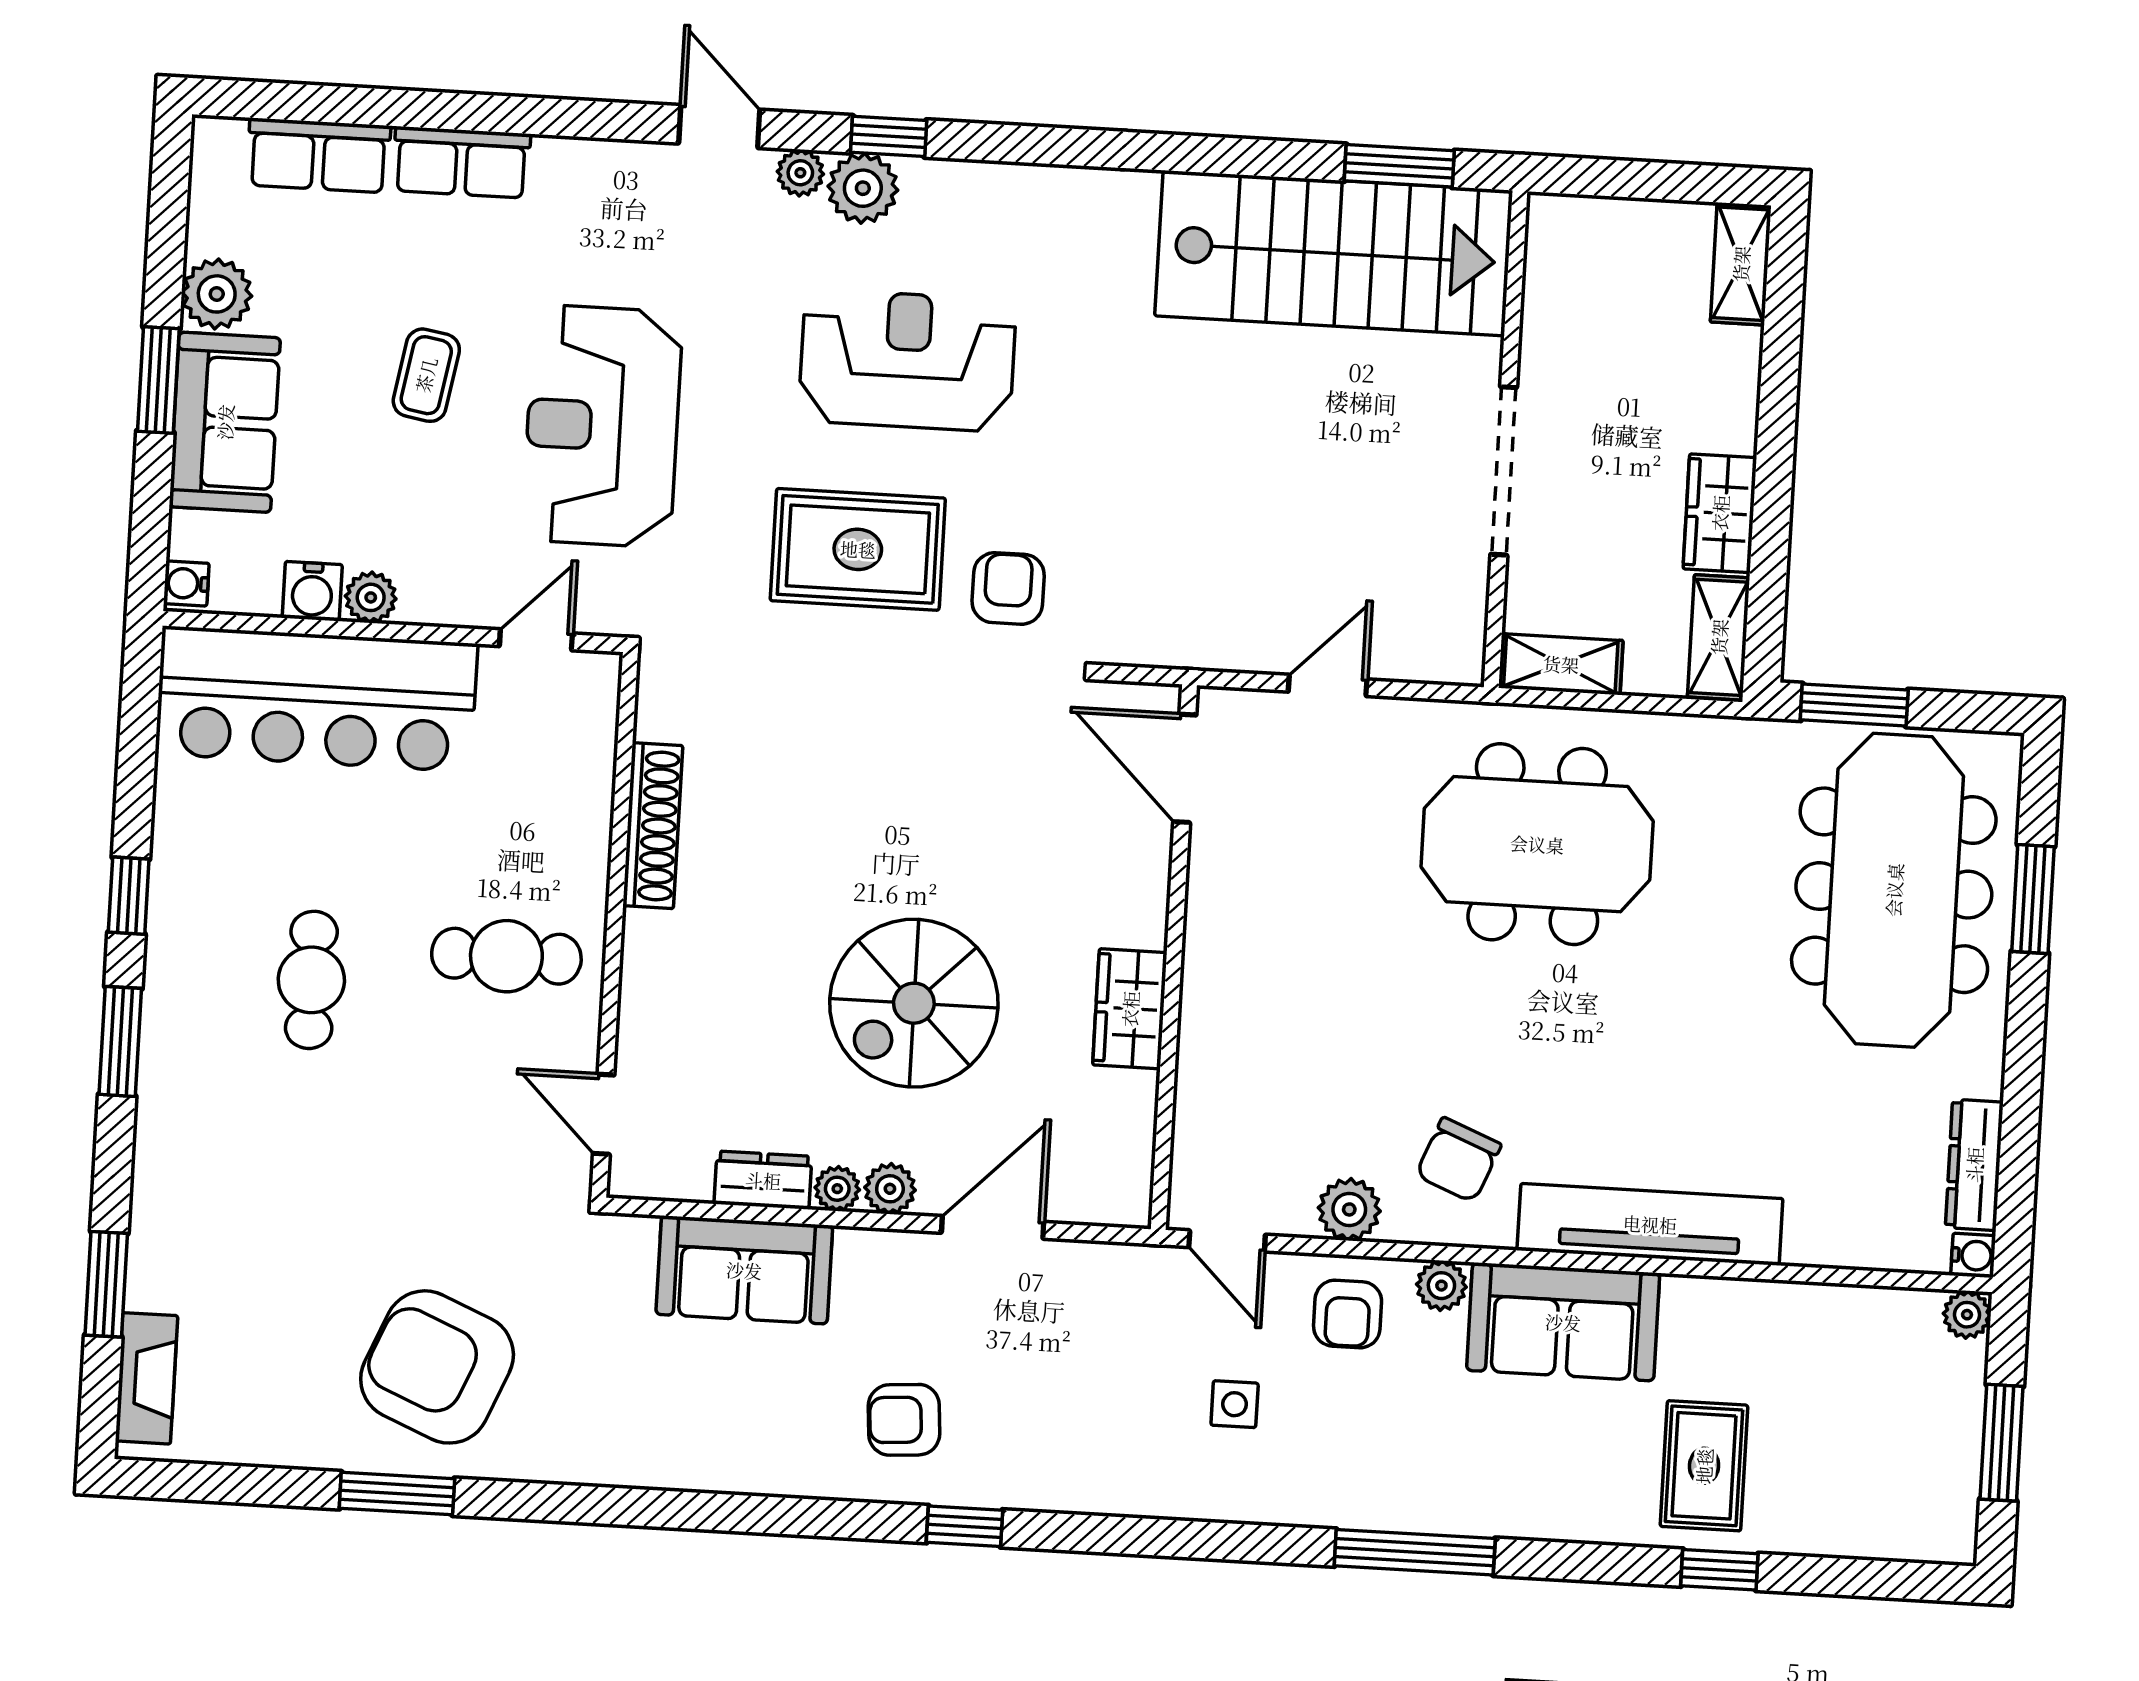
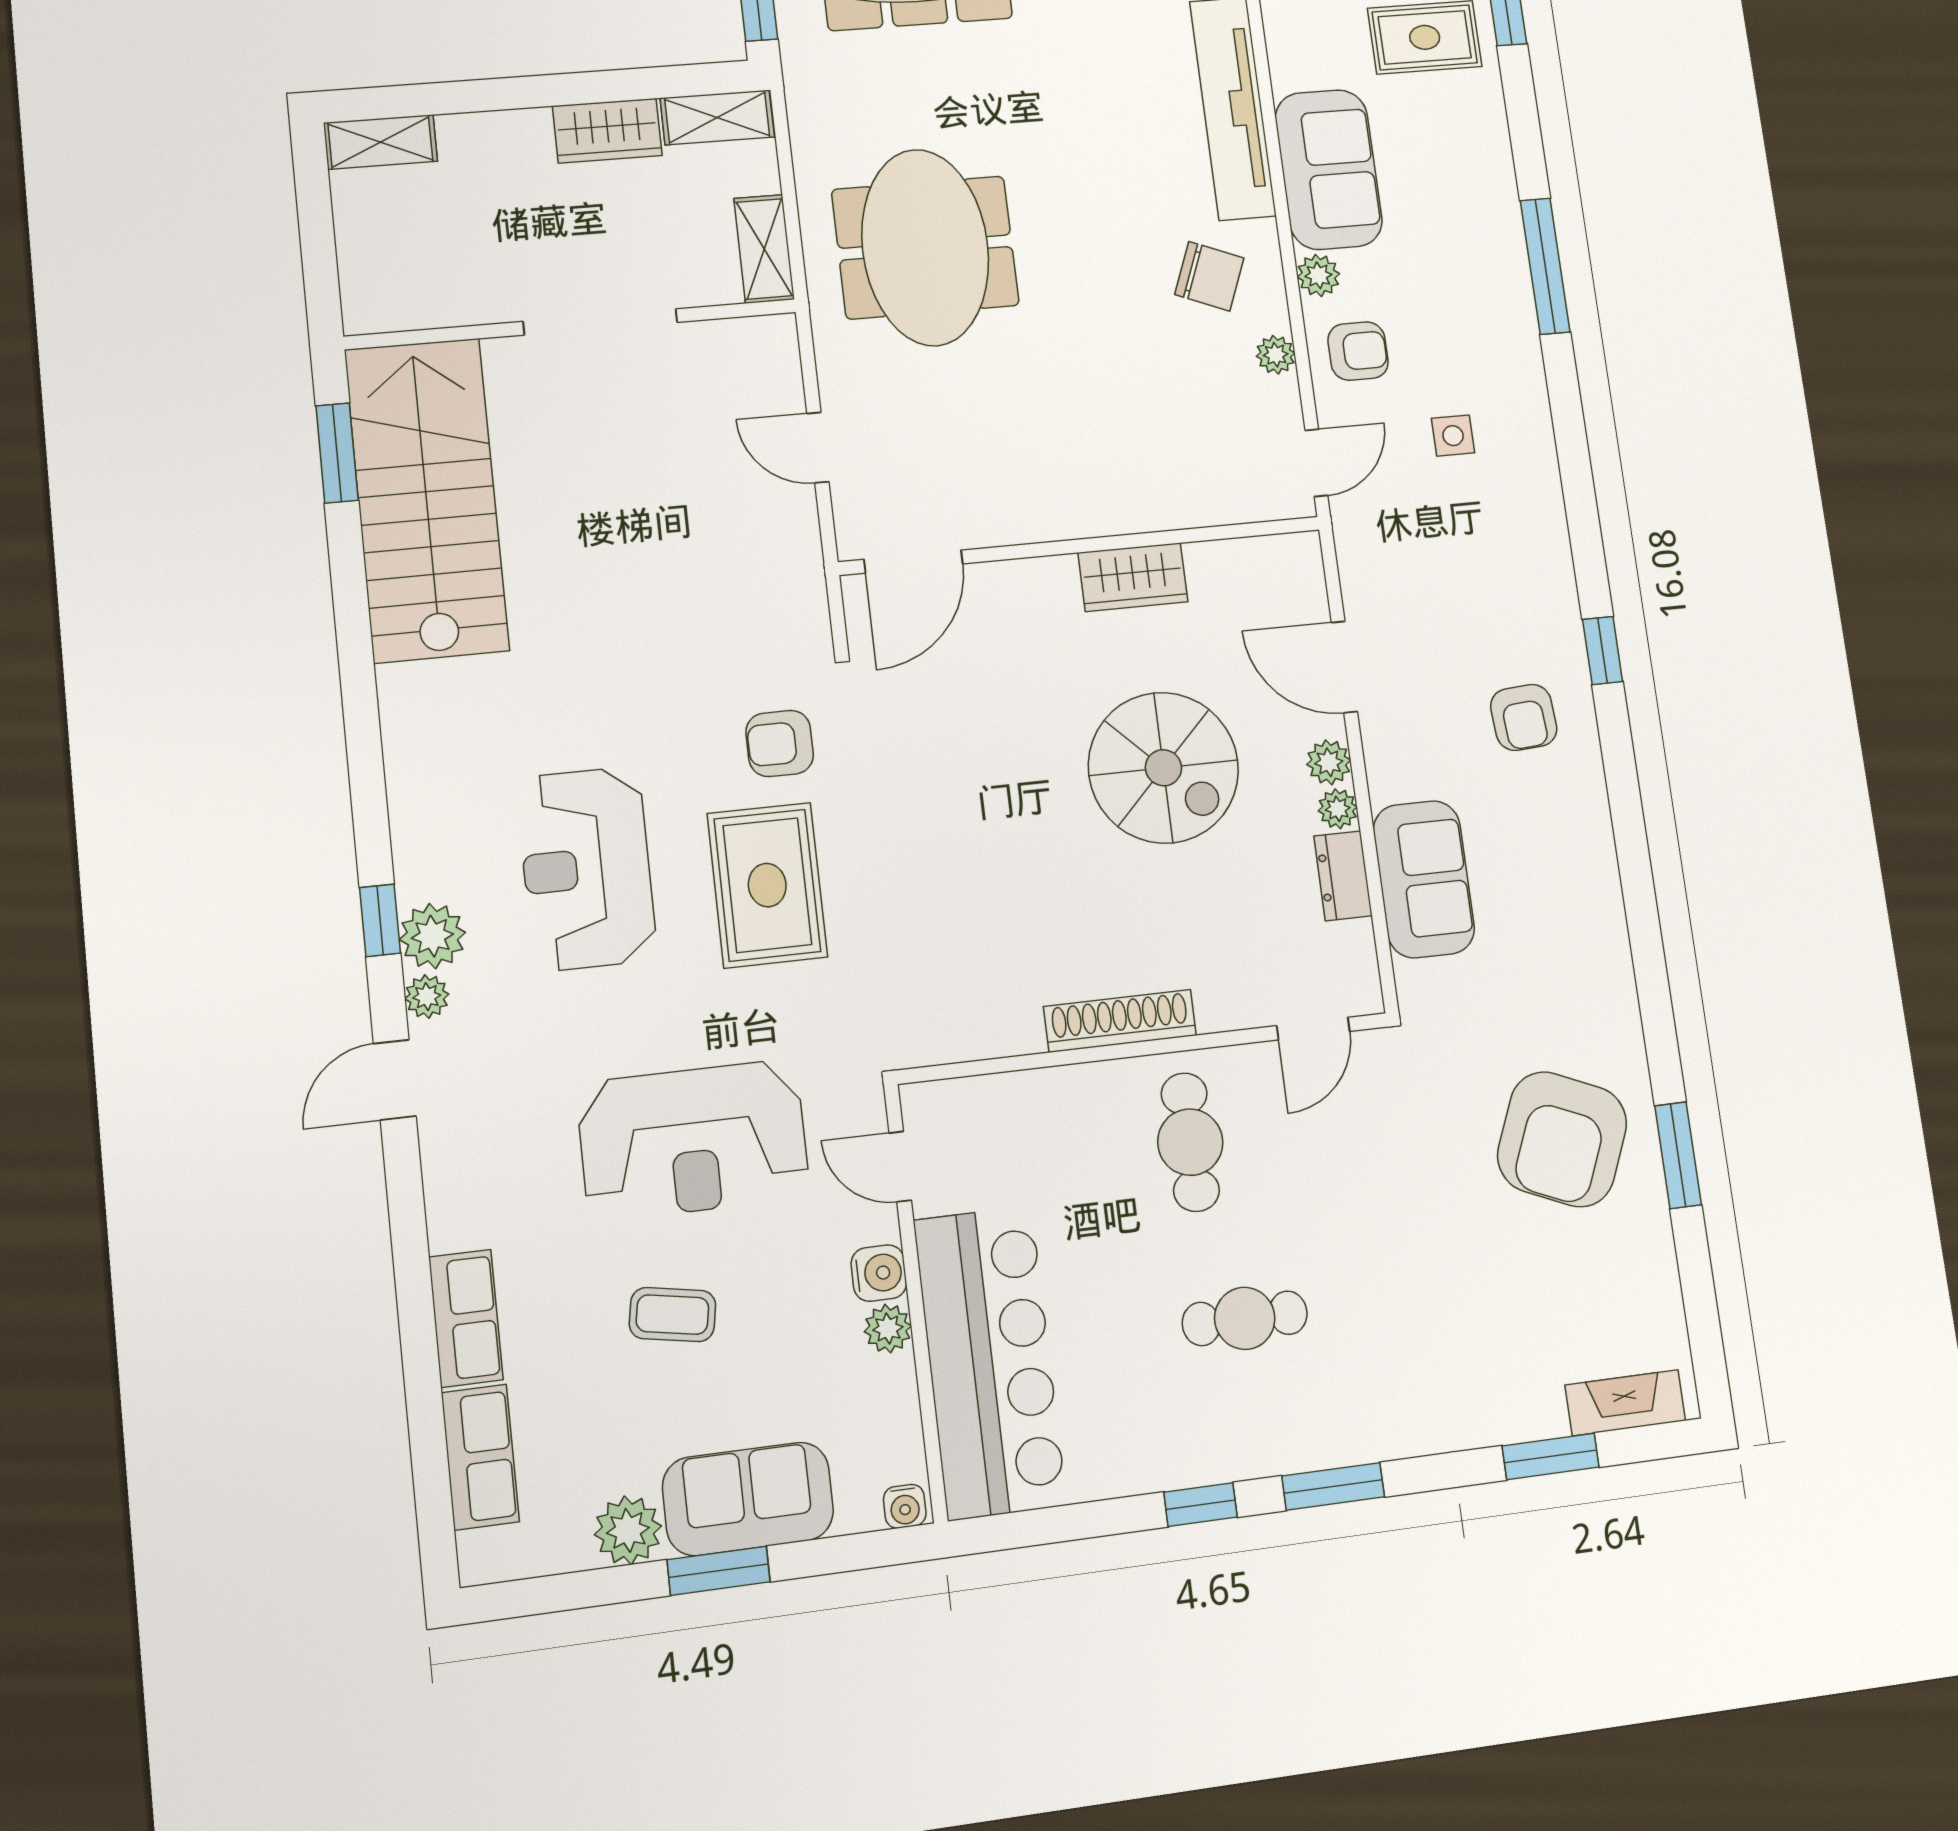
water cooler: (312, 591) -> (879, 1273), moved
shoe rack: (653, 826) -> (1120, 1021), moved
plant: (1349, 1209) -> (1276, 355), width x0.73, depth x0.73

